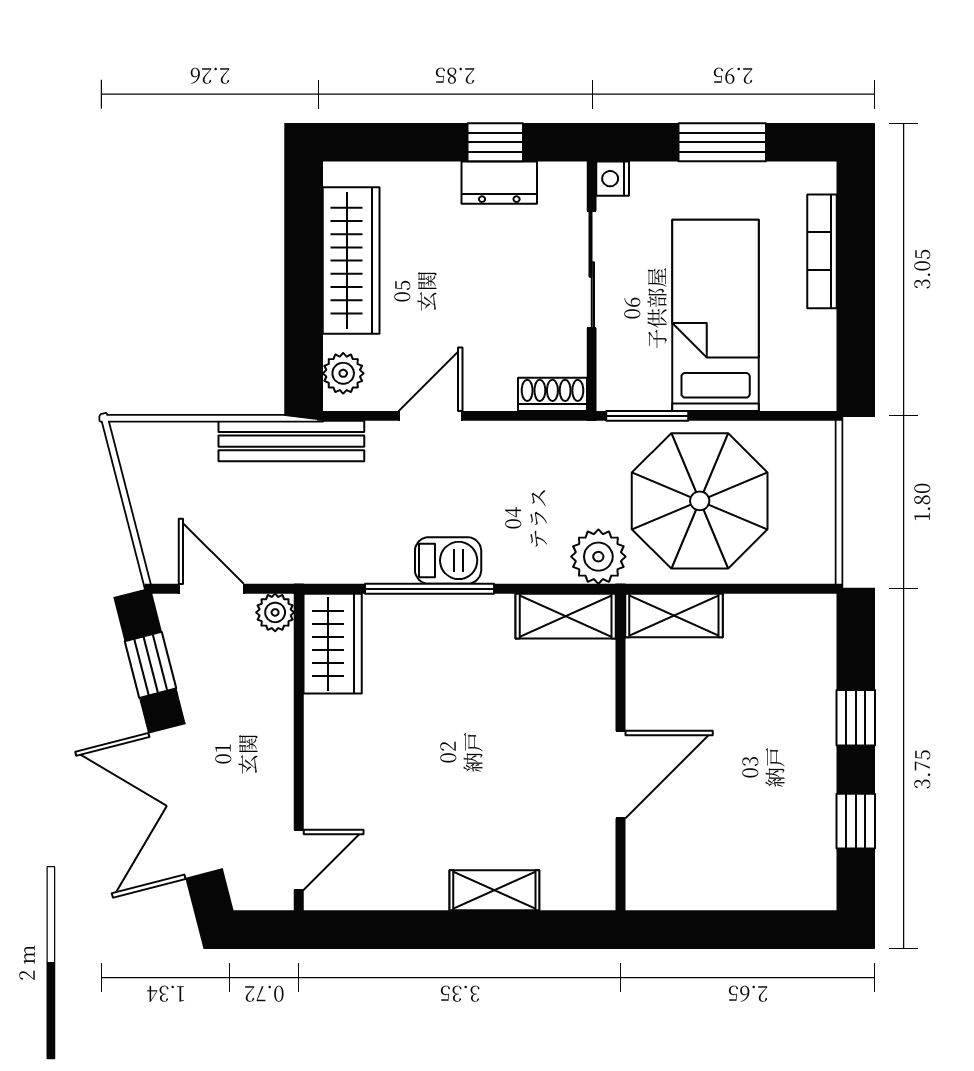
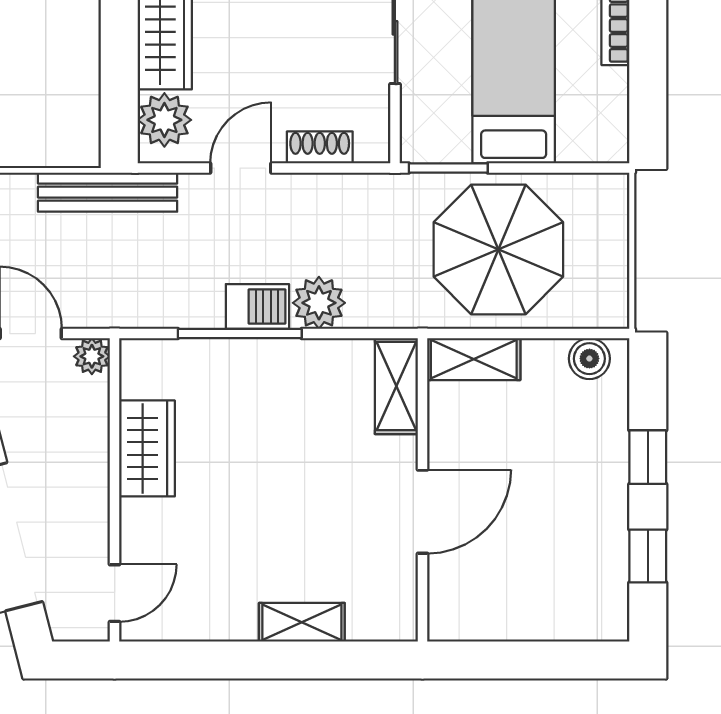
plant: (343, 373) -> (164, 120), width x1.38, depth x1.38
shoe rack: (552, 394) -> (320, 147), moved
plant: (598, 557) -> (319, 303), moved
boiler: (795, 615) -> (589, 359), added
shelving: (566, 616) -> (396, 386), moved, turned 90
wardrobe: (333, 644) -> (147, 448), moved

